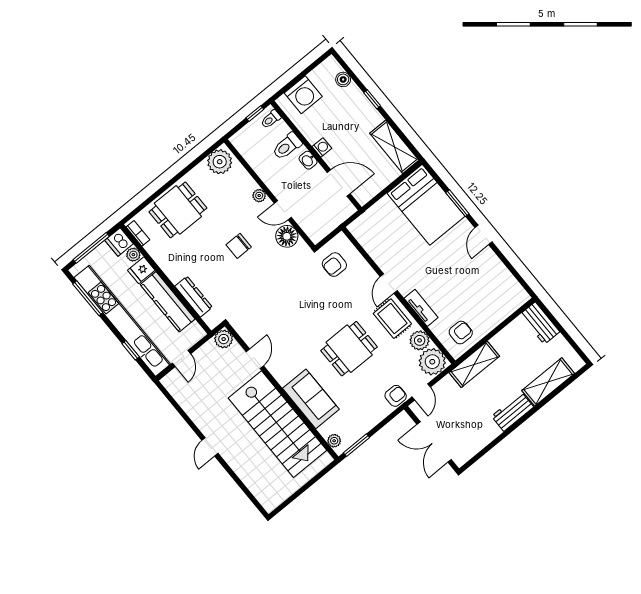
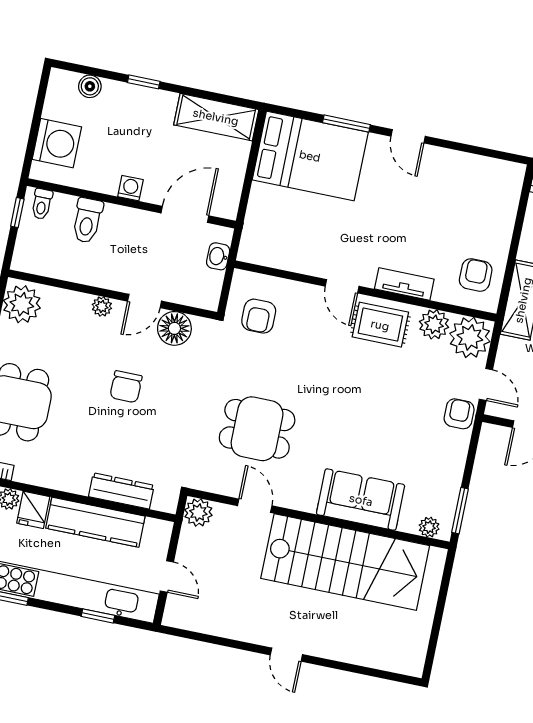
washbasin: (308, 160) -> (218, 256), moved, turned 90
dining table: (349, 349) -> (257, 429), moved, turned 90

